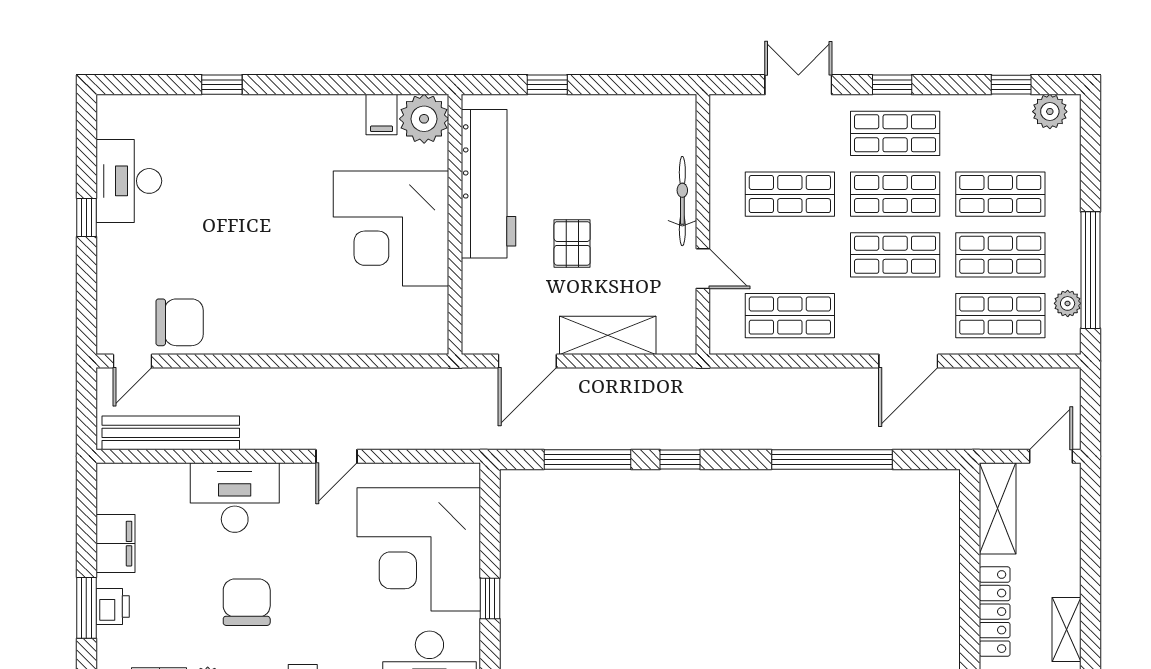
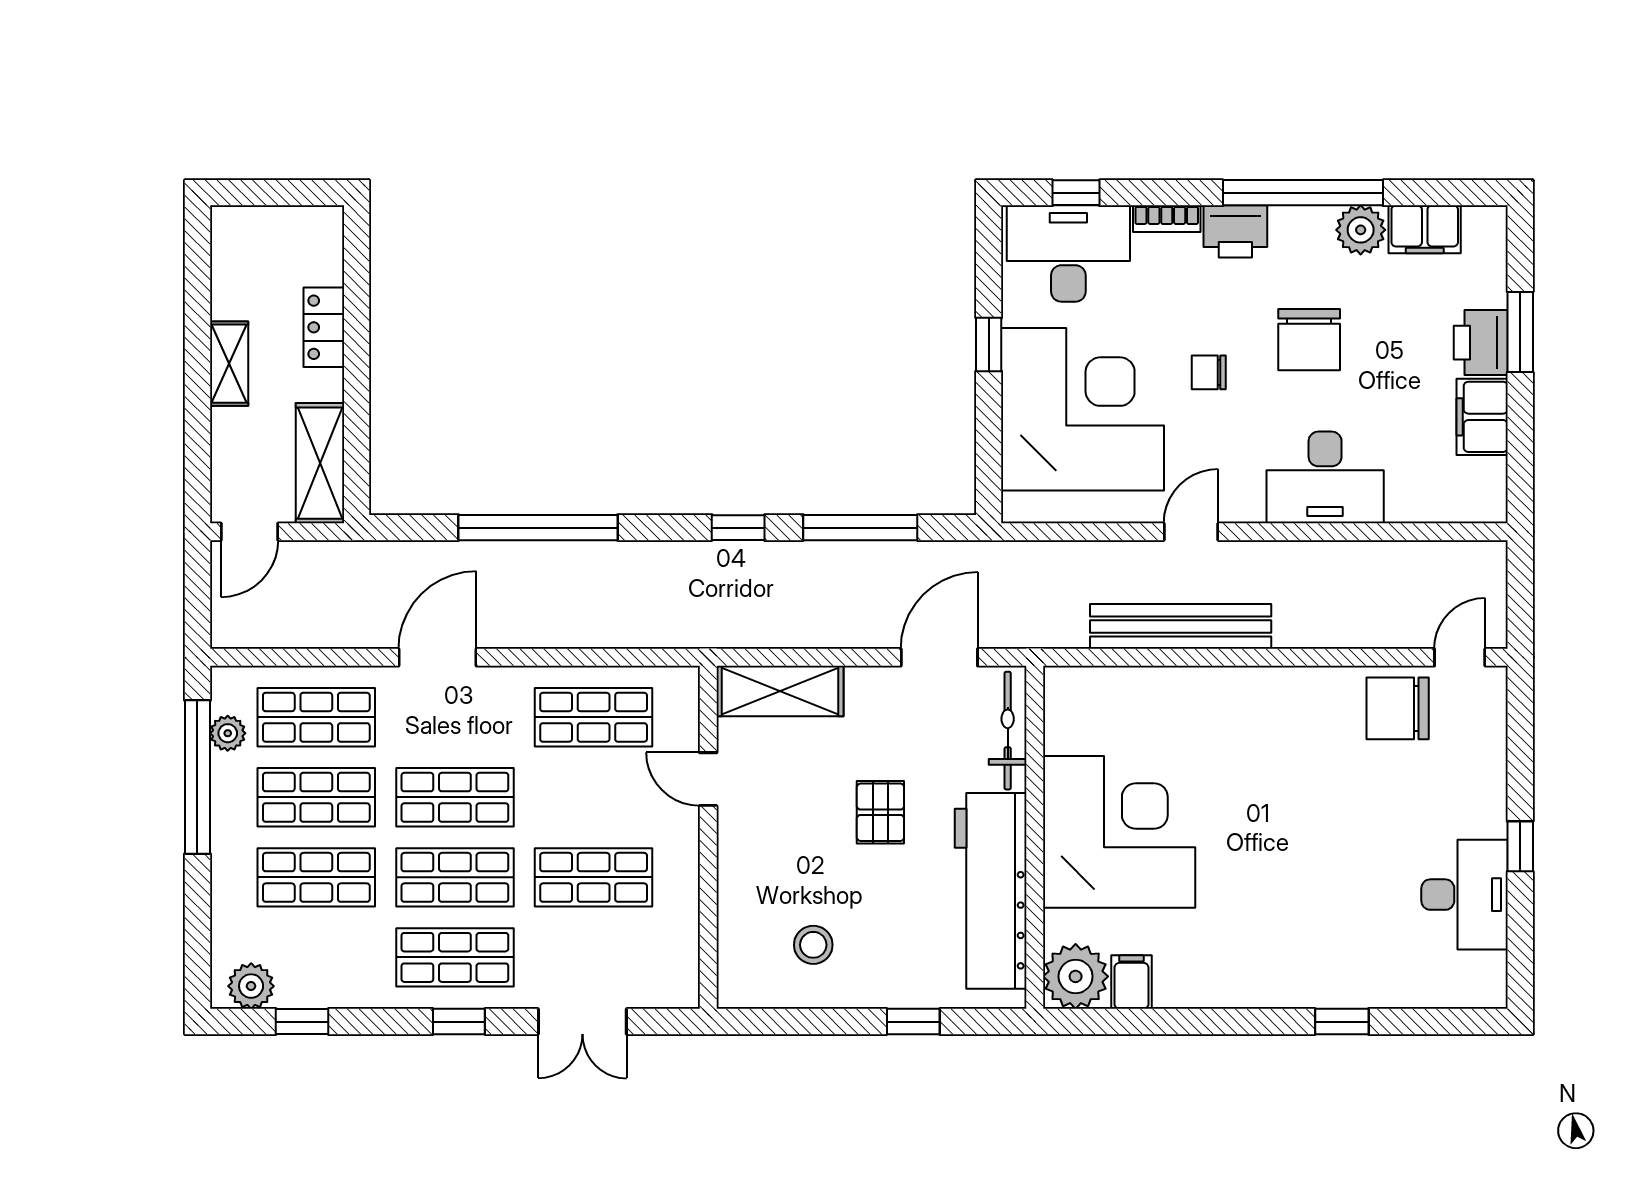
stool: (623, 143) -> (813, 945), added
bicycle: (682, 201) -> (1008, 731), moved, turned 180
shelving: (608, 335) -> (780, 691), moved
bench: (171, 433) -> (1181, 626), moved
chair: (323, 577) -> (1209, 372), added
printer: (113, 607) -> (1481, 343), width x1.36, depth x1.24
locker: (995, 612) -> (324, 327), width x0.66
shelving: (1066, 630) -> (229, 364), moved

